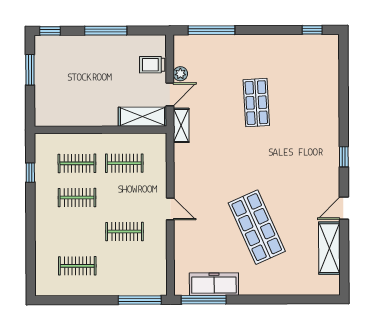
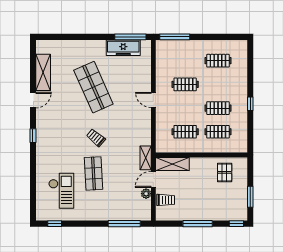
checkout: (303, 77) -> (61, 191), added
pallet: (67, 105) -> (225, 172), added
trolley: (253, 154) -> (96, 138), added
window: (30, 173) -> (250, 104), moved

